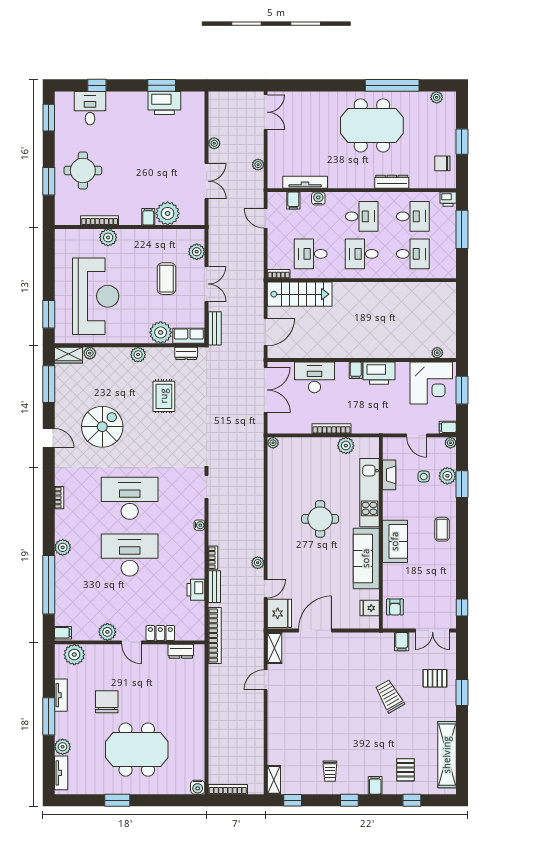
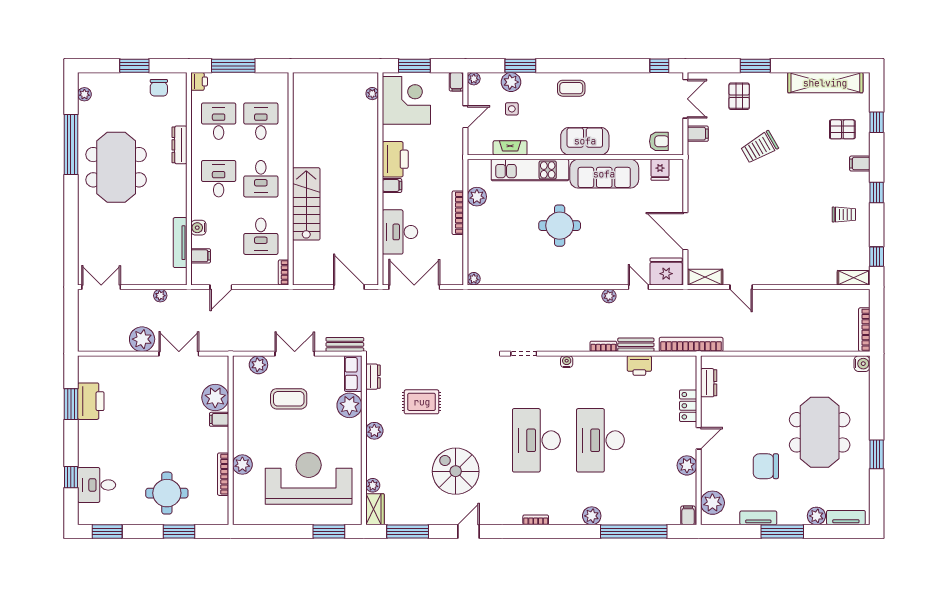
plant: (214, 143) -> (142, 339), width x1.87, depth x1.87
stairs: (300, 294) -> (306, 204), moved

